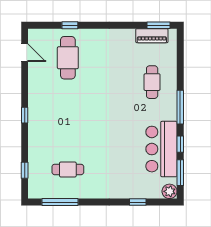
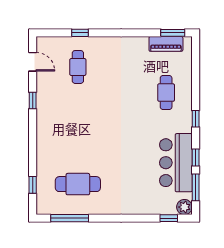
cafe table: (68, 58) -> (78, 67), width x0.73, depth x0.74
window: (180, 107) -> (196, 119), width x0.46
window: (25, 115) -> (33, 101), moved
cafe table: (68, 169) -> (78, 184), width x1.37, depth x1.35
window: (138, 202) -> (169, 218), moved

